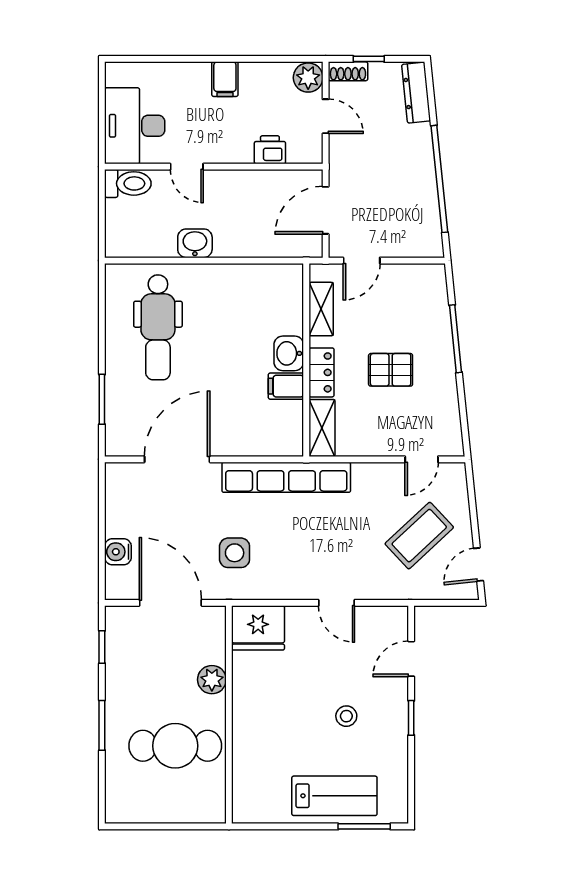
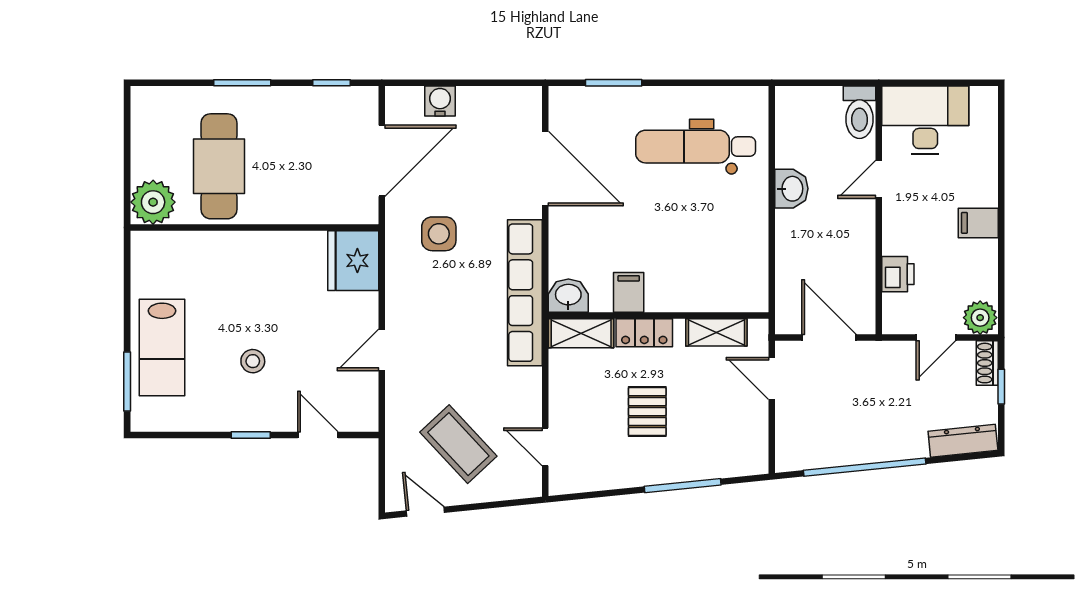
washbasin: (289, 353) -> (568, 296), moved
plant: (212, 680) -> (153, 202), moved, width x1.36, depth x1.36

